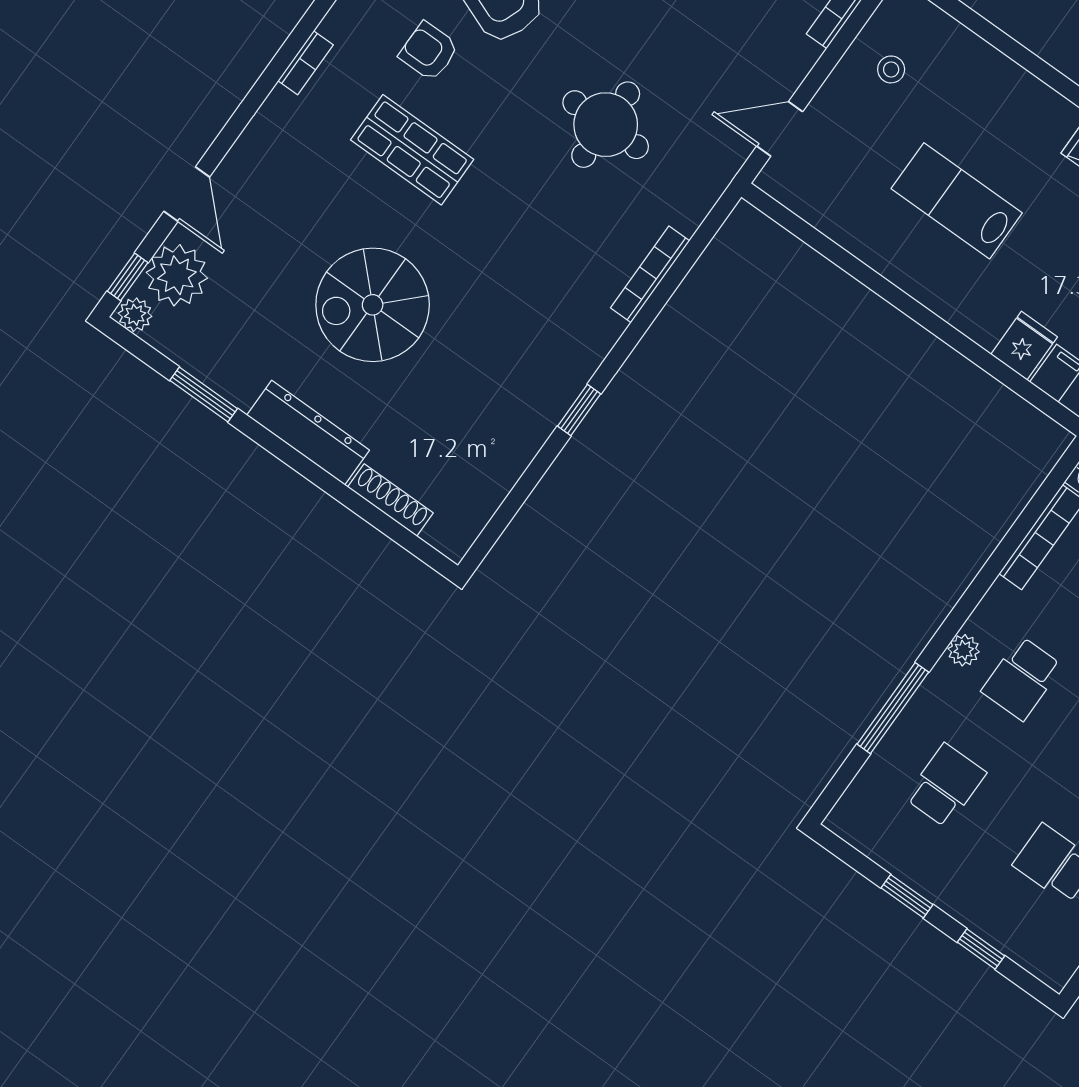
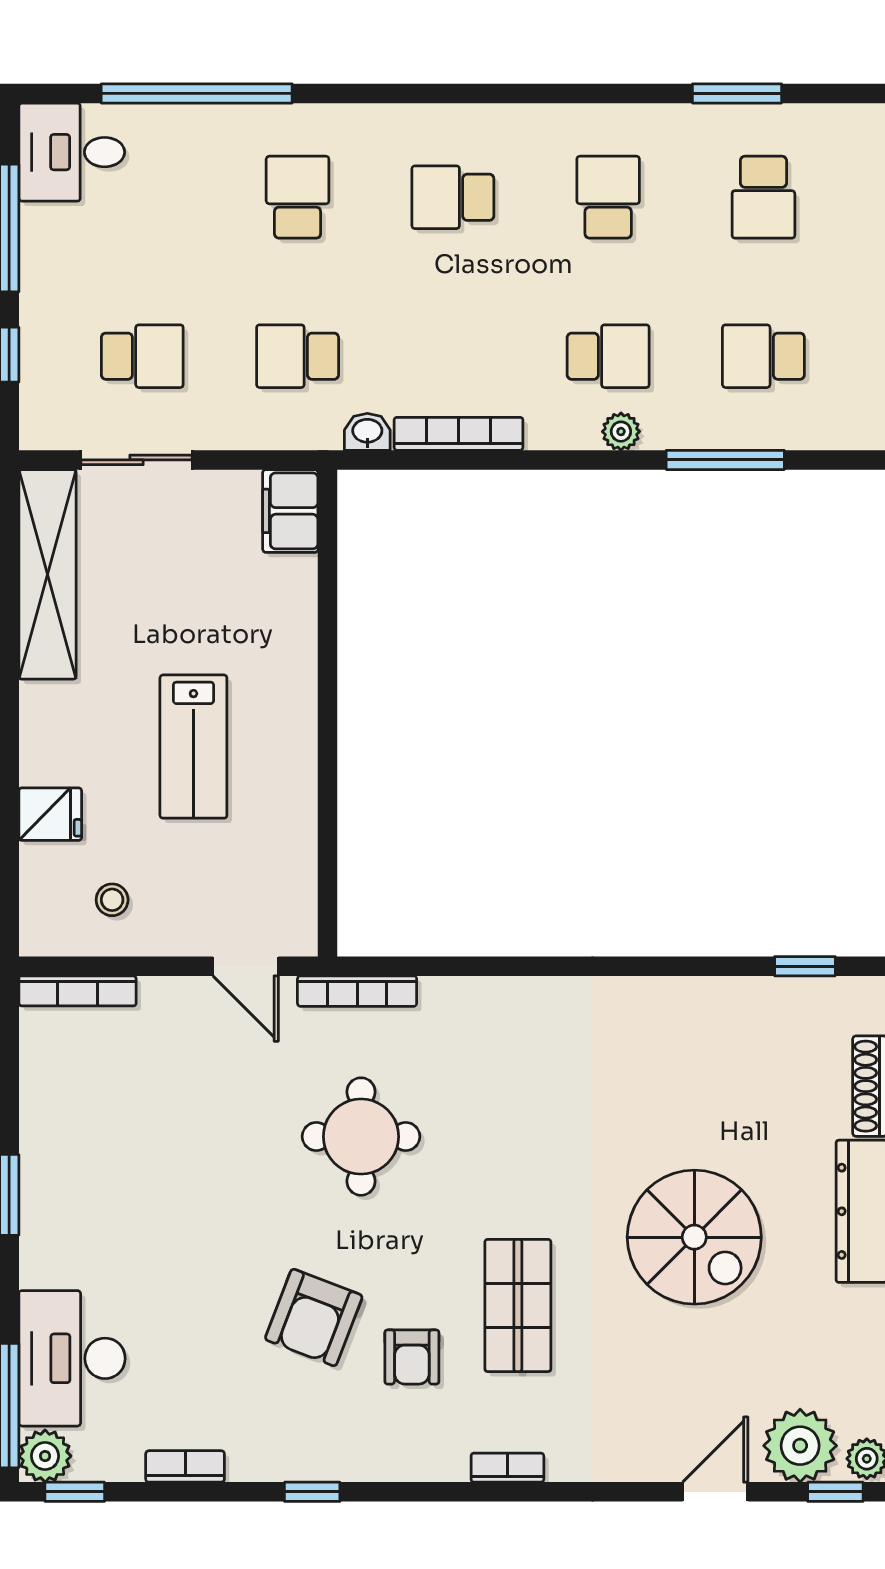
bookcase: (650, 274) -> (357, 991), moved
fridge: (1024, 346) -> (50, 814), moved, turned 180
window: (579, 410) -> (805, 966), moved

